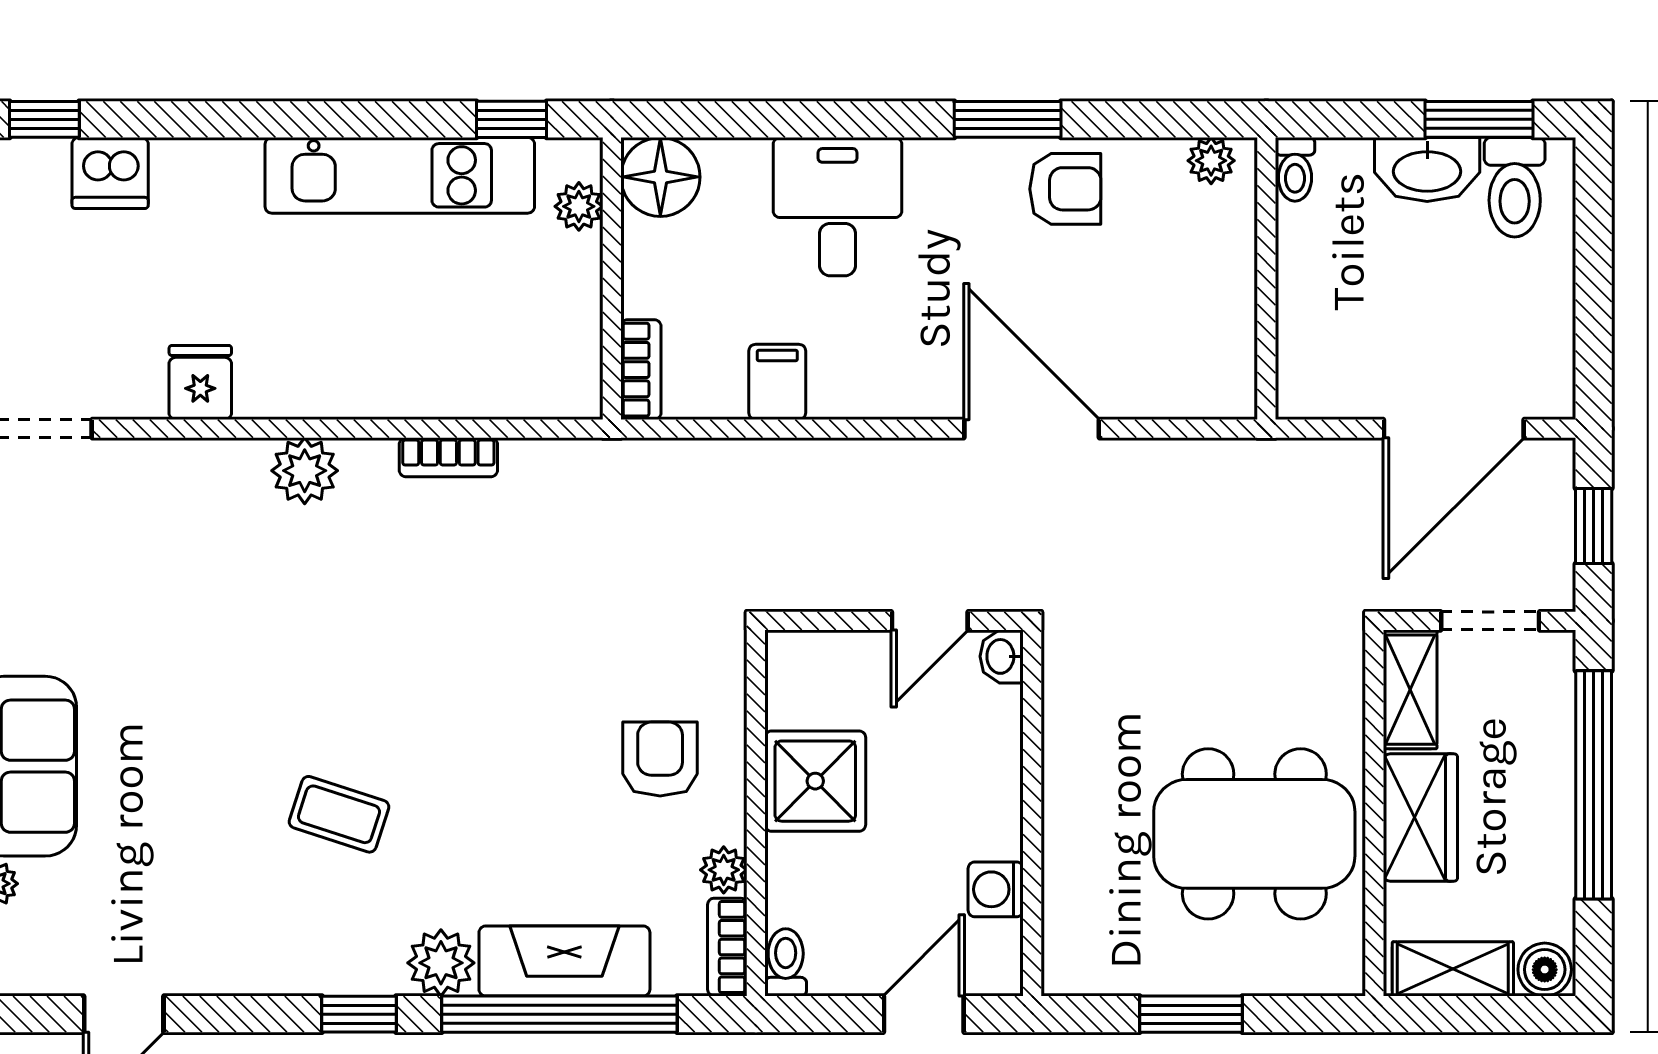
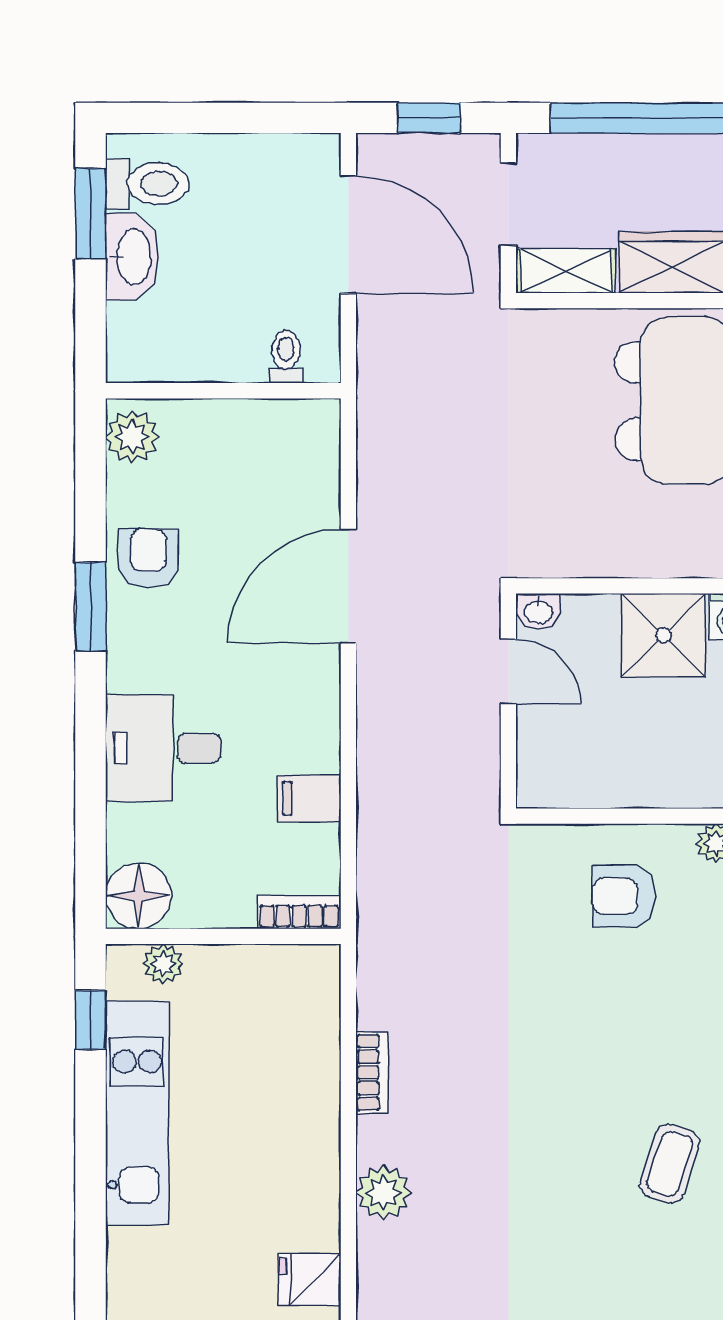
plant: (1211, 161) -> (132, 437), width x1.38, depth x1.38
toilet: (1295, 169) -> (286, 357), moved, turned -90
shower: (815, 781) -> (663, 635), moved

